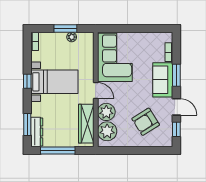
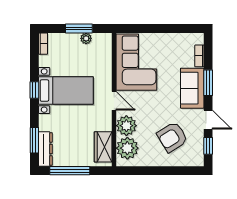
wardrobe: (86, 124) -> (103, 147), width x0.67

